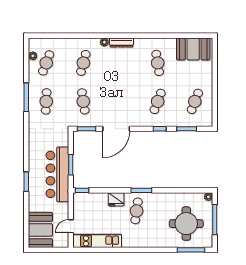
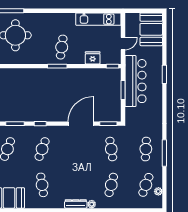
fridge: (116, 199) -> (93, 58), moved
door: (71, 226) -> (123, 44), moved

